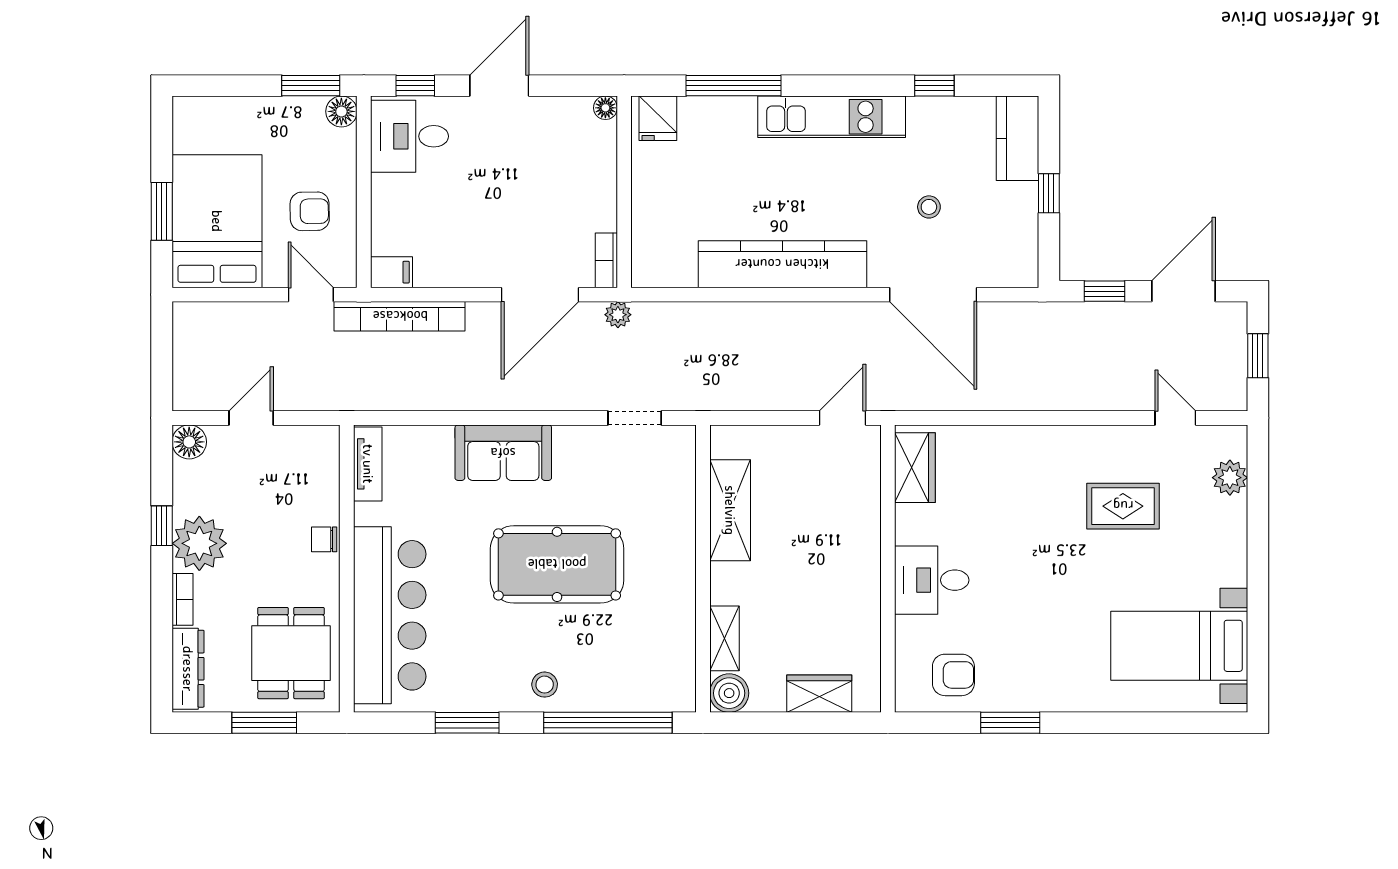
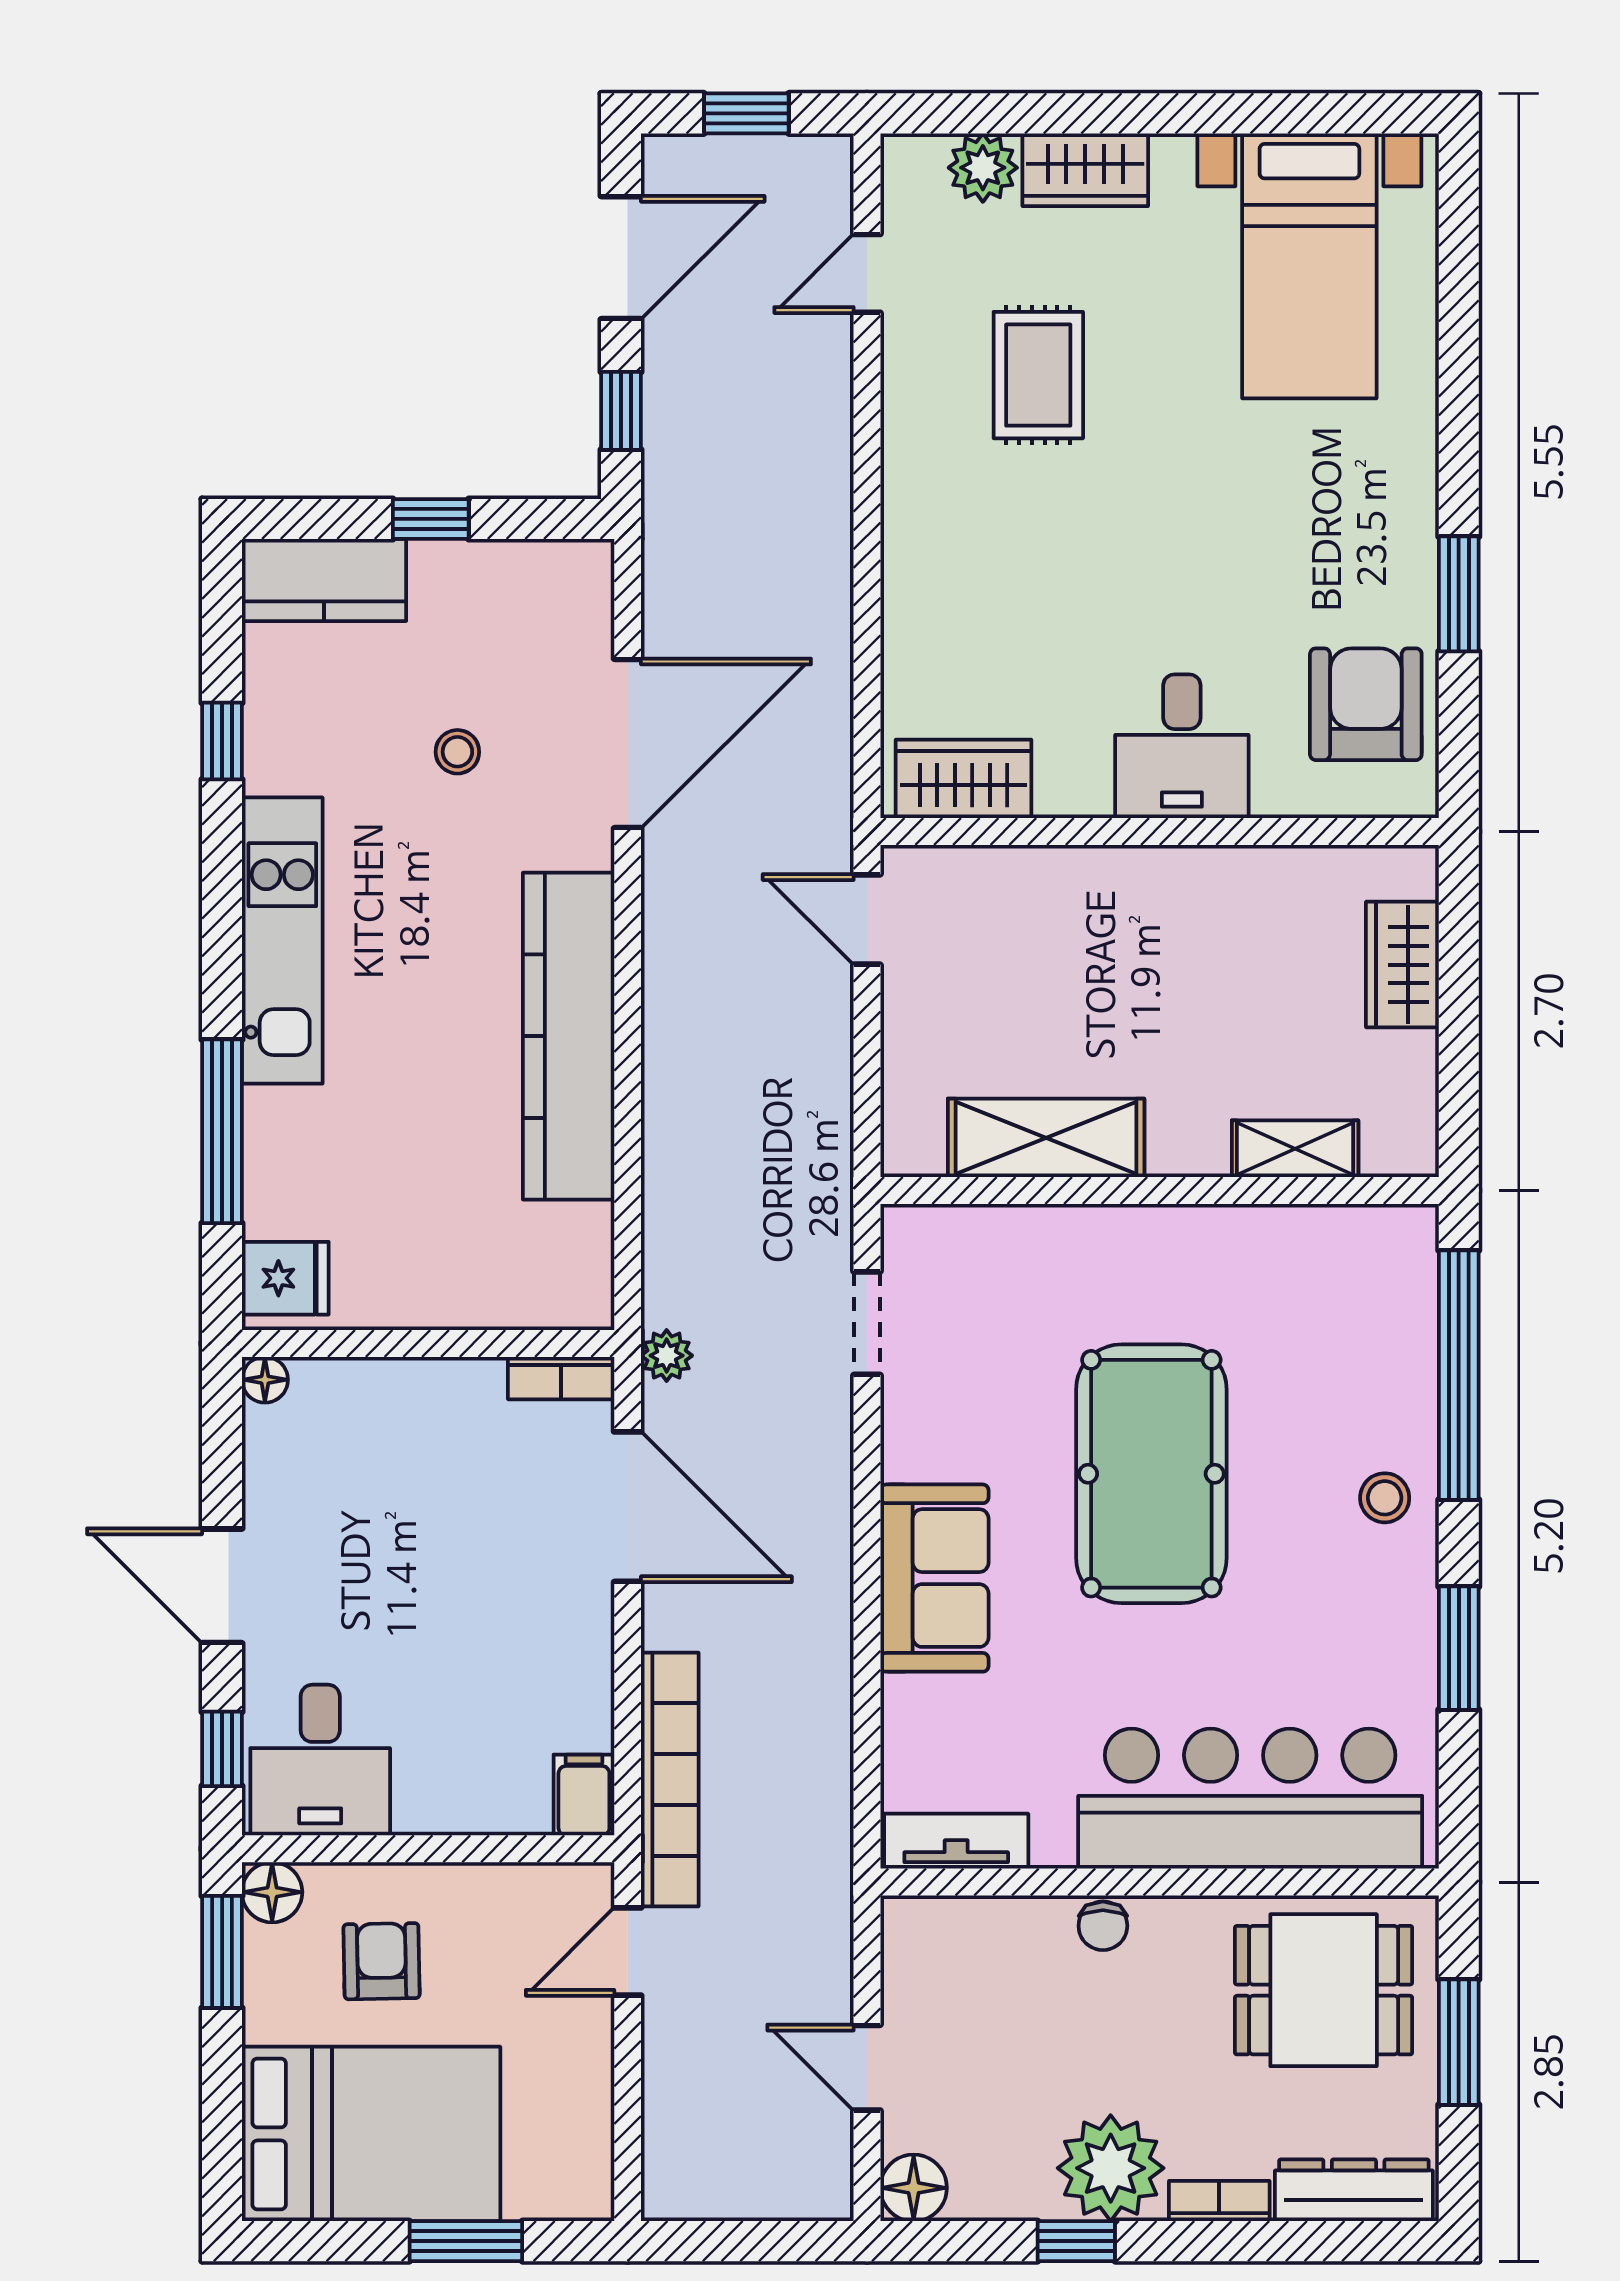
armchair: (310, 211) -> (382, 1961), moved
bed: (217, 221) -> (371, 2134), moved, turned 180
door: (1183, 291) -> (621, 258), swing flipped
wardrobe: (1229, 530) -> (1085, 170), added
armchair: (953, 675) -> (1366, 704), width x1.38, depth x1.38
boiler: (729, 693) -> (1401, 1140), removed

